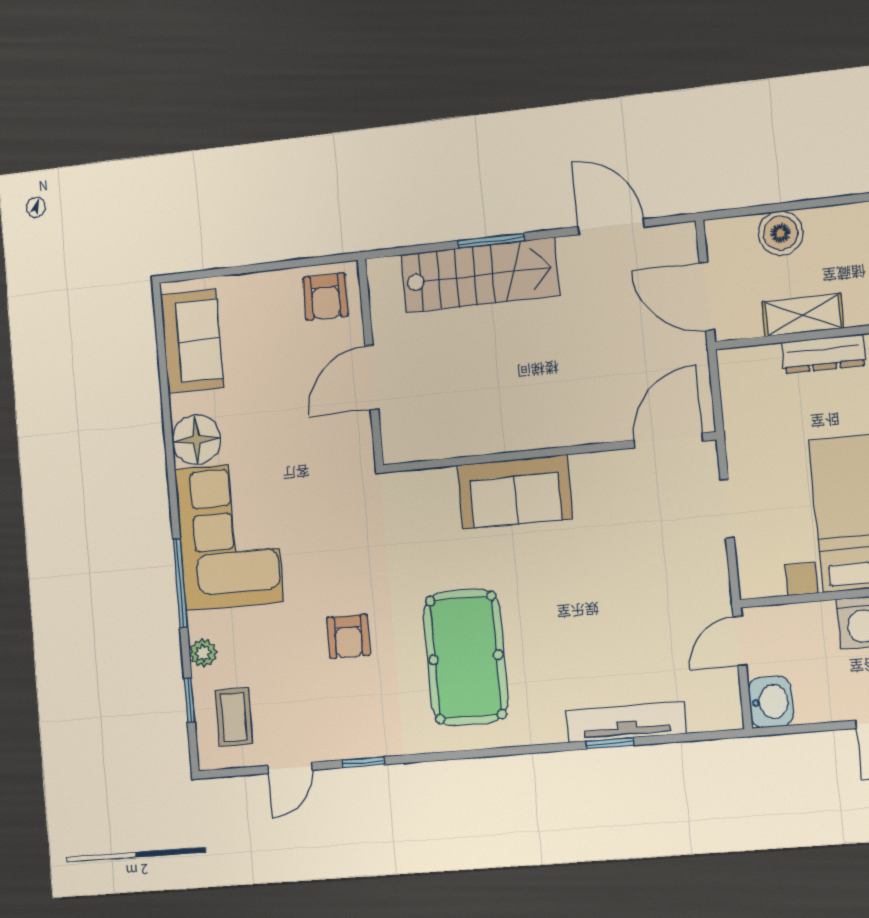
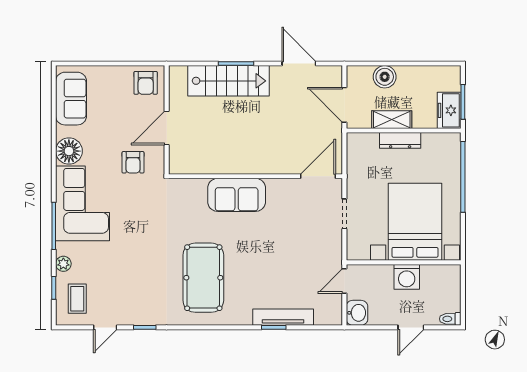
armchair: (348, 636) -> (133, 162), moved

